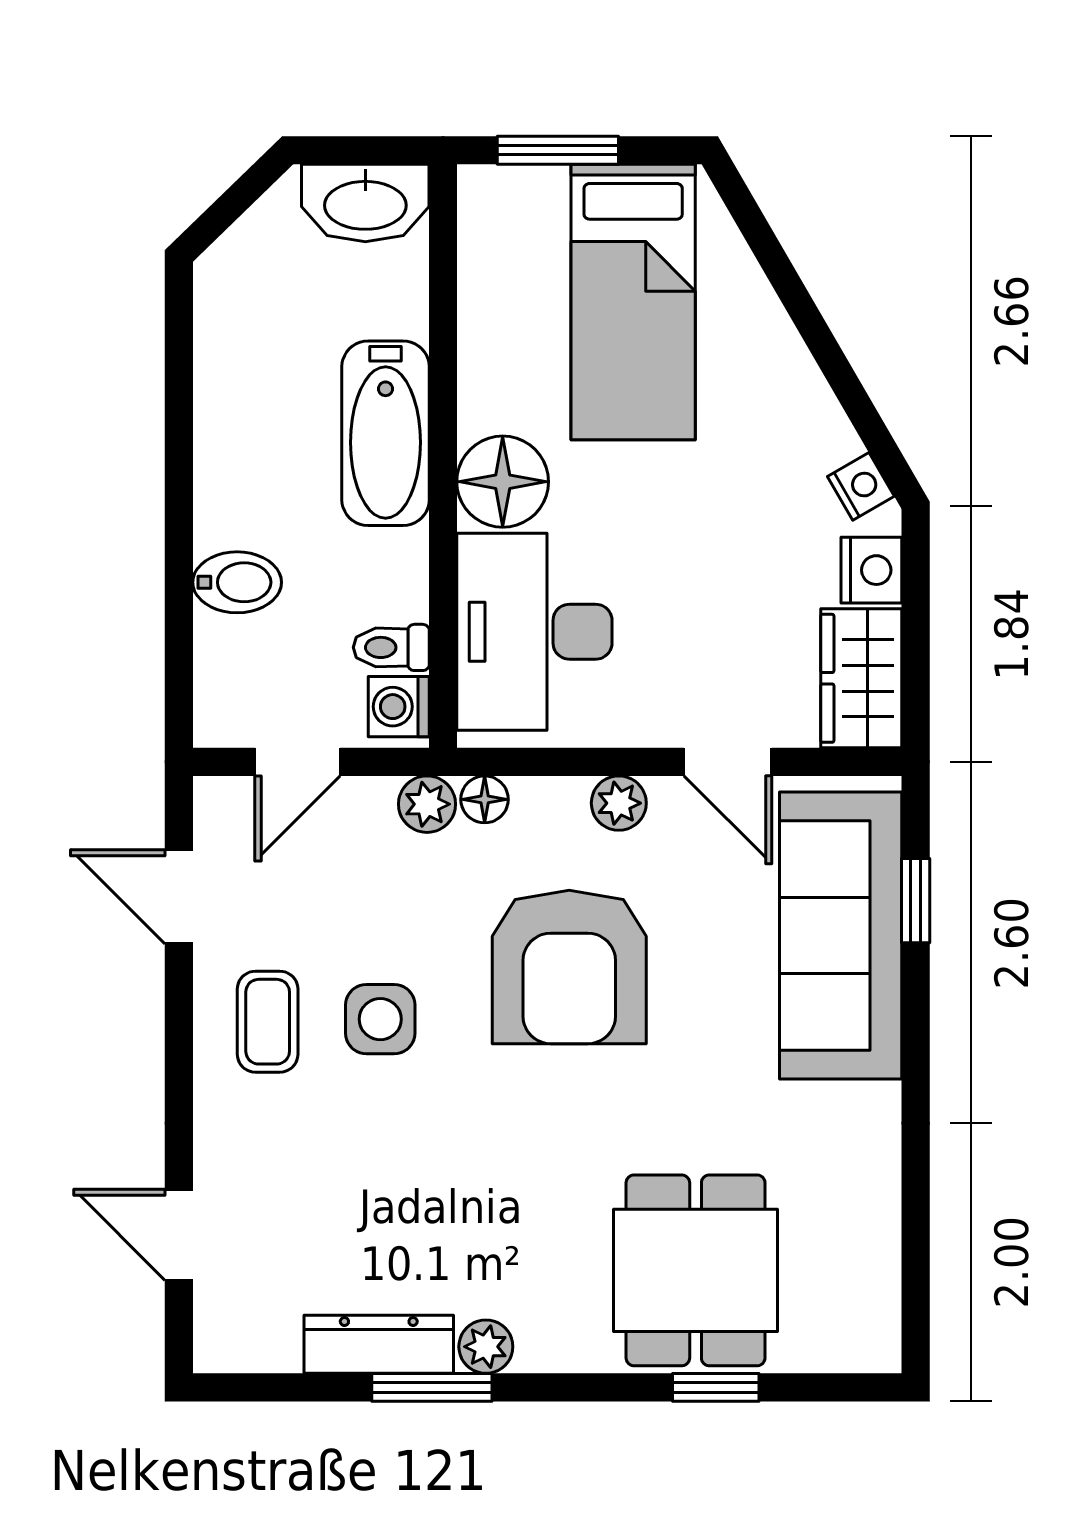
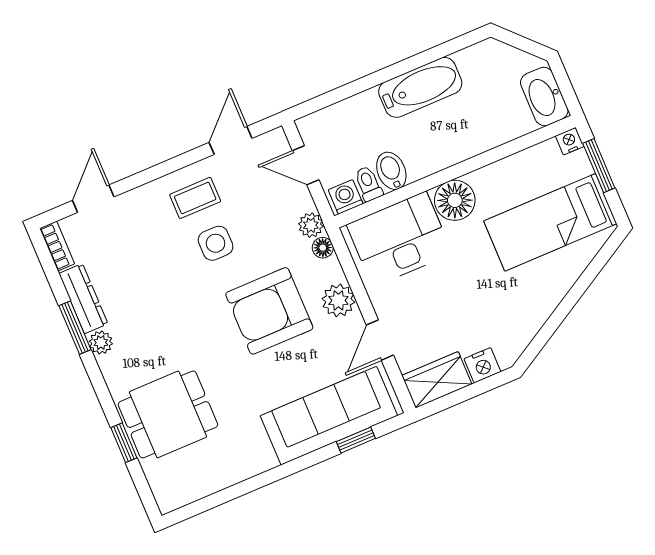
bathtub: (386, 433) -> (420, 87), moved, turned 180
nightstand: (861, 486) -> (570, 141), moved, turned -150
bidet: (237, 582) -> (391, 171), moved, turned 180
plant: (619, 803) -> (338, 300), width x1.38, depth x1.38
bookcase: (246, 1352) -> (57, 246), added

